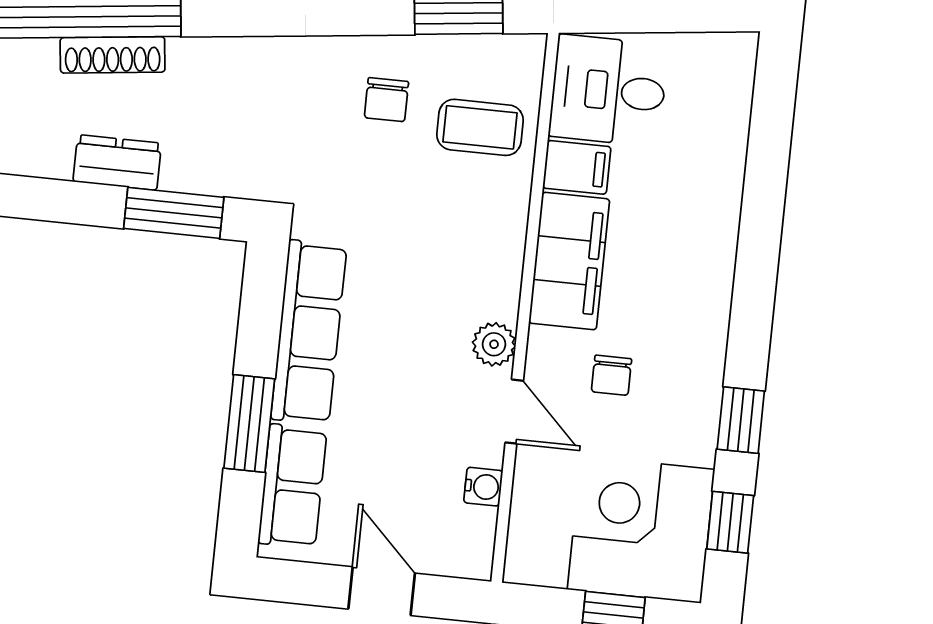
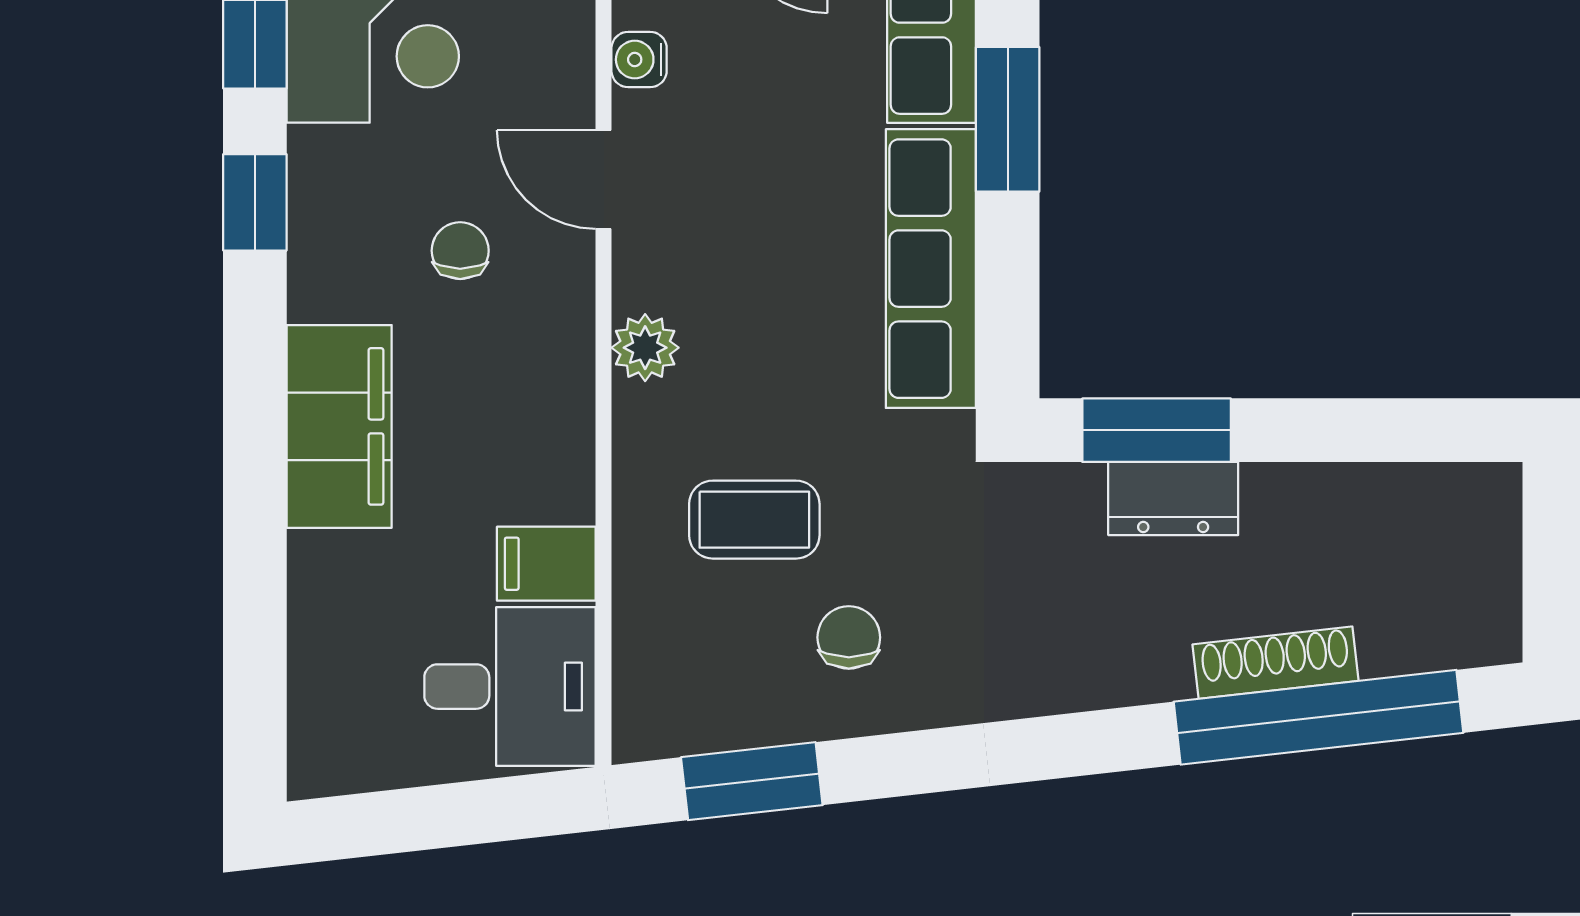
coffee table: (480, 127) -> (754, 520), moved
dresser: (117, 162) -> (1173, 498), moved
filing cabinet: (569, 261) -> (339, 426), moved, turned 180
plant: (494, 344) -> (645, 348), moved

